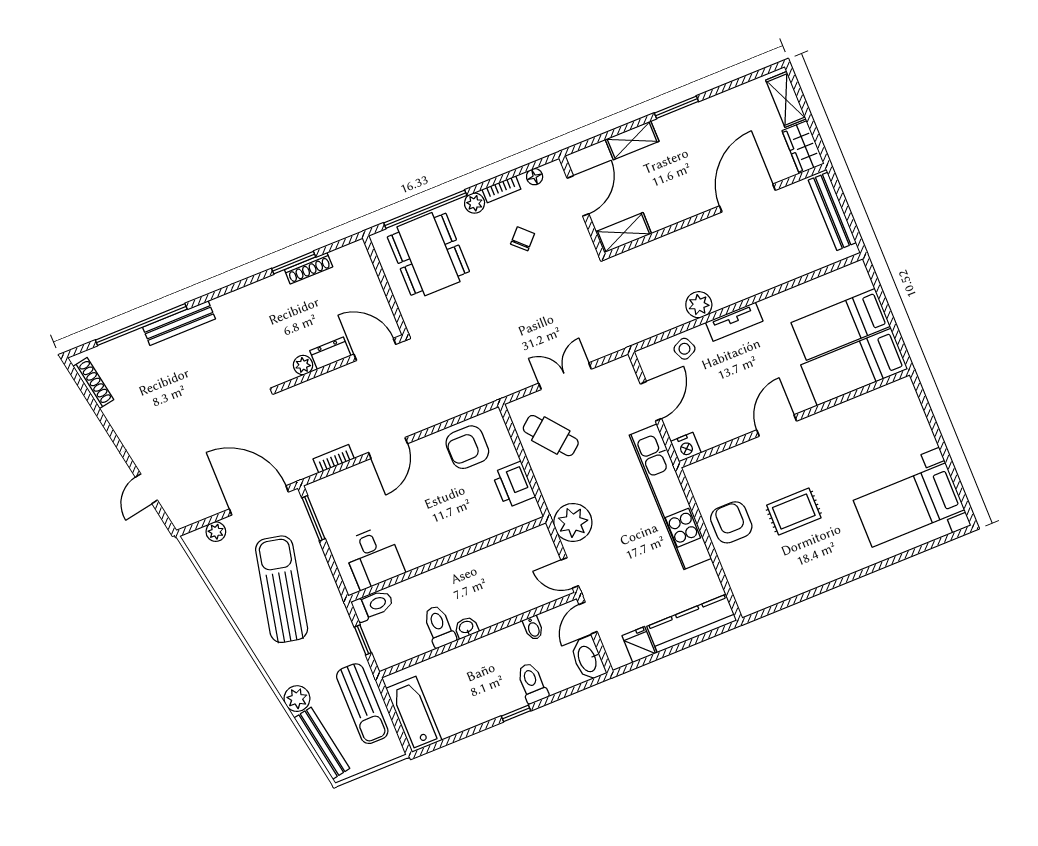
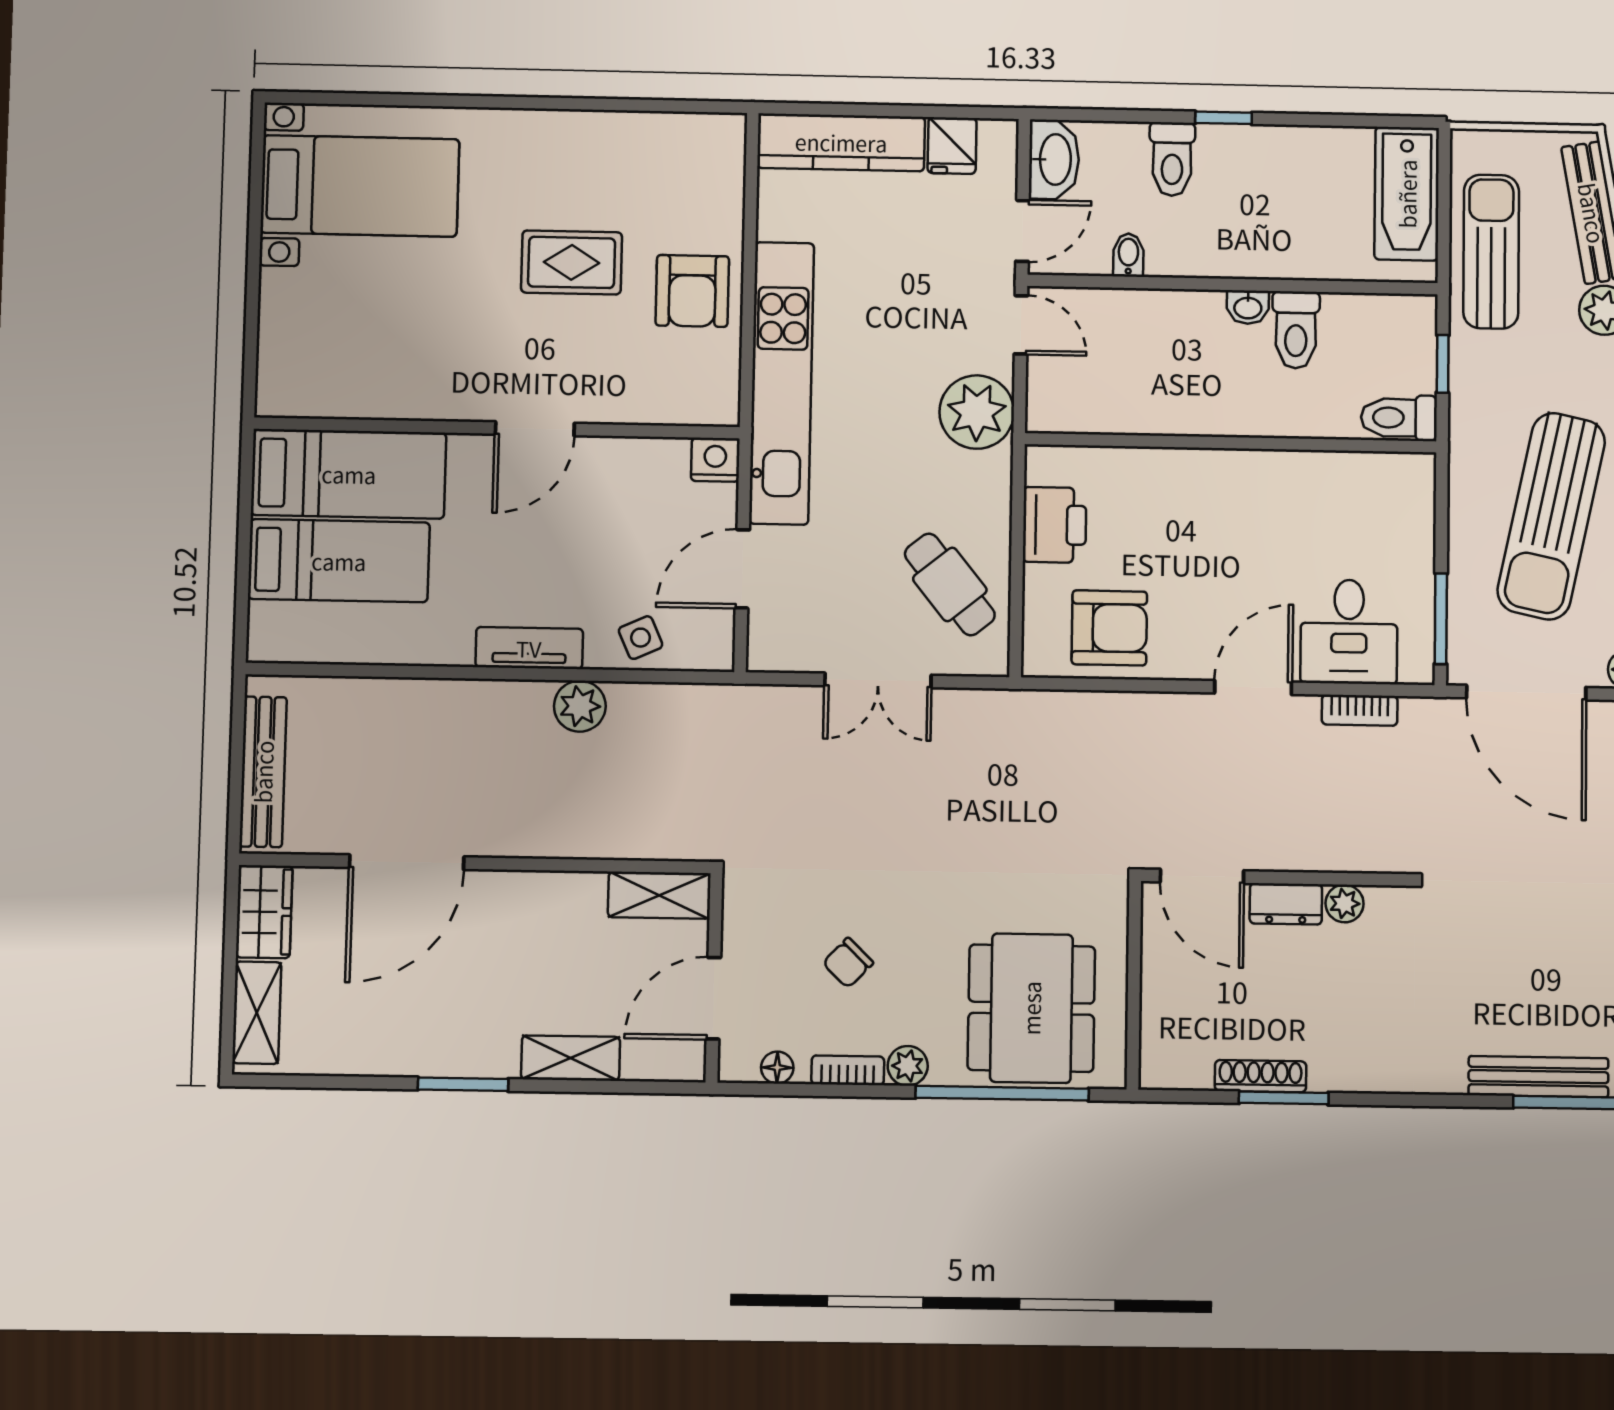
desk: (373, 557) -> (1349, 632), moved, turned 180

